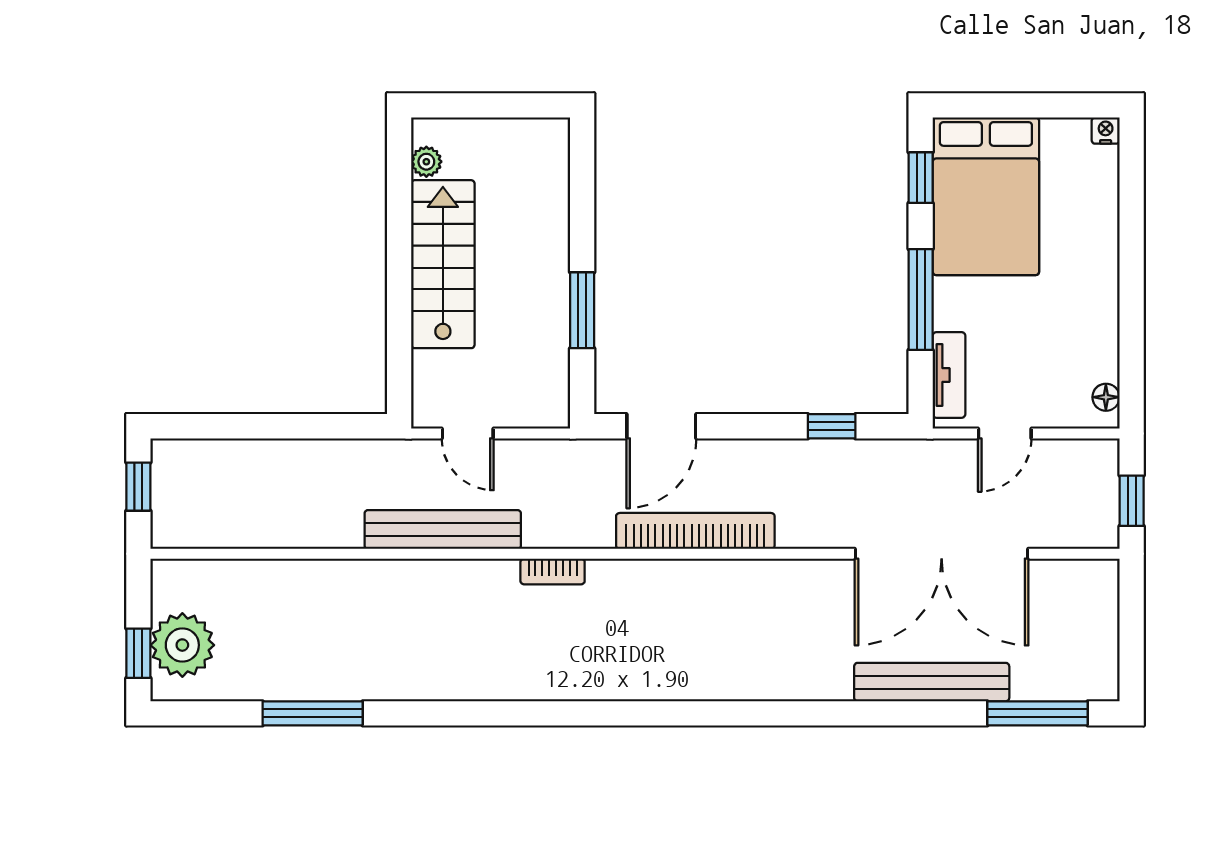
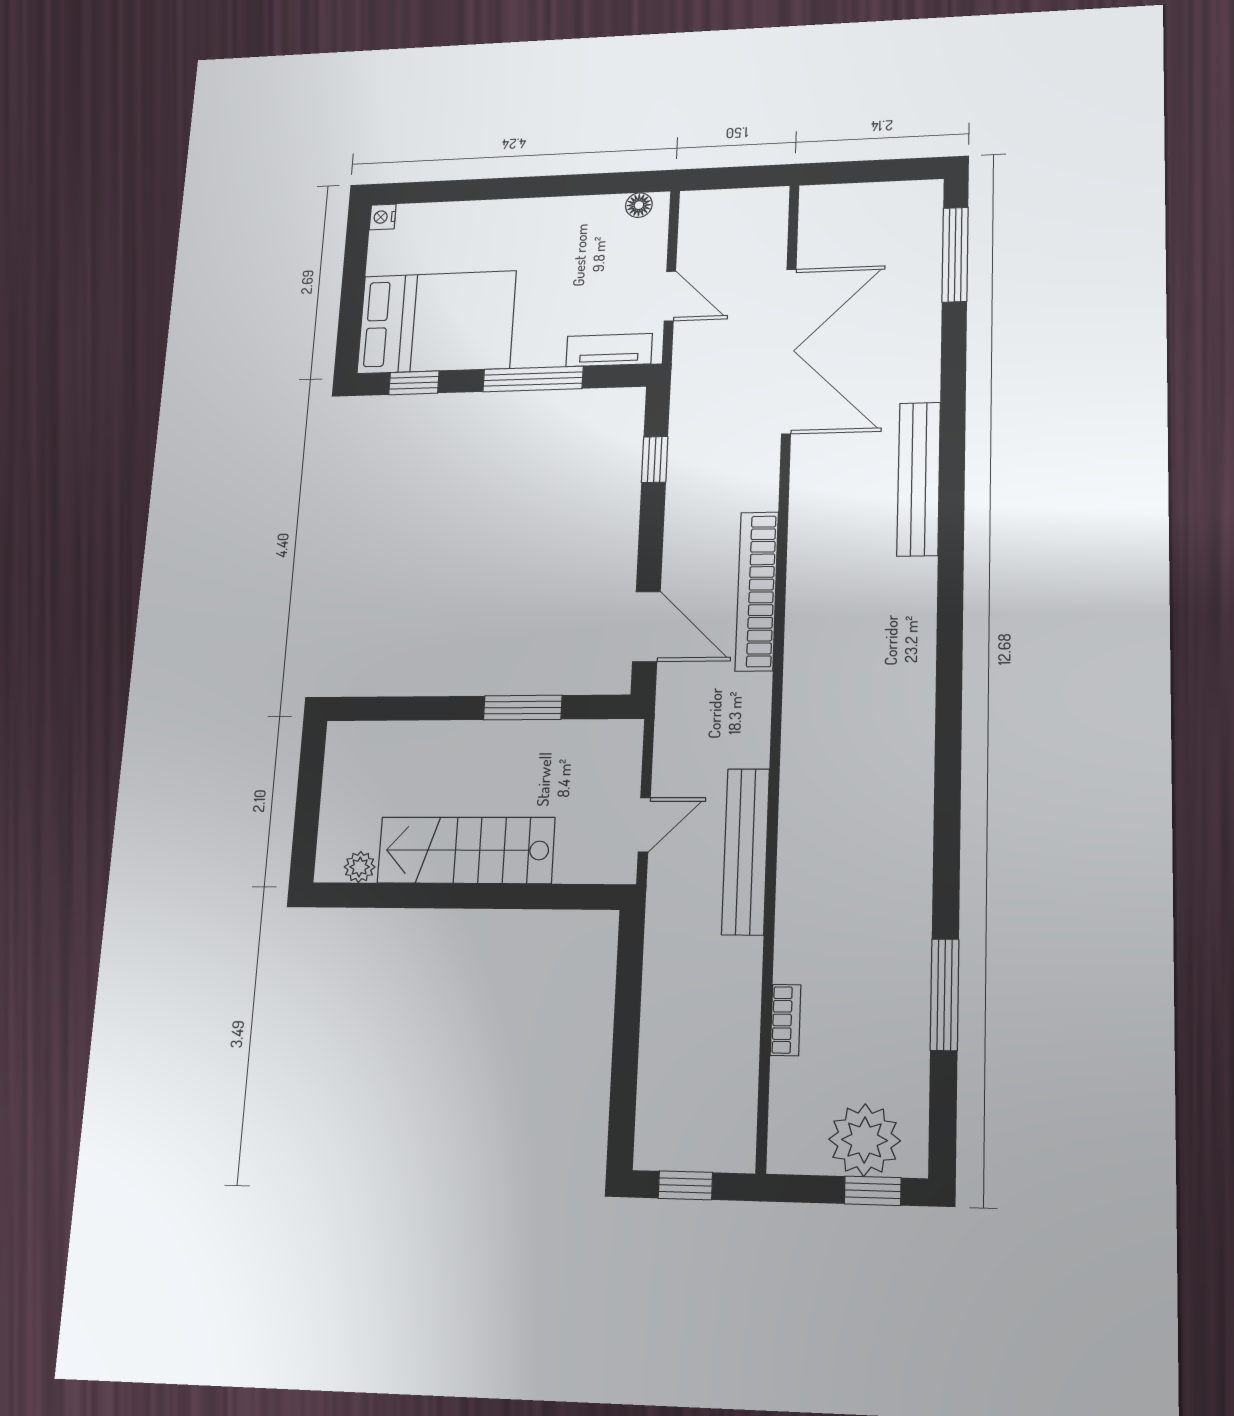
window: (1132, 501) -> (742, 177), removed
bookcase: (553, 571) -> (786, 1020), moved
bench: (932, 682) -> (919, 479), moved

